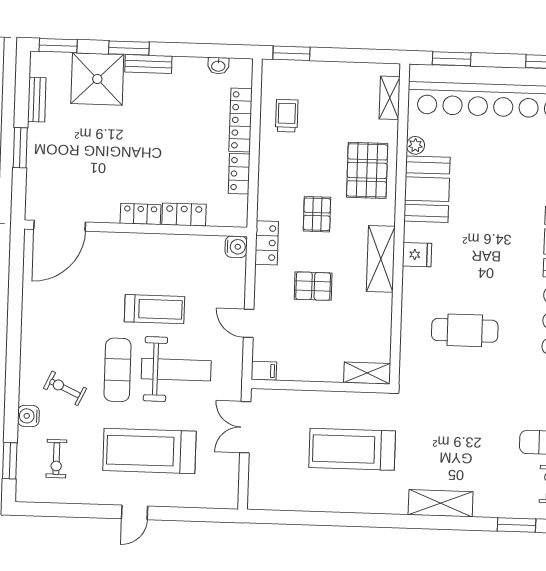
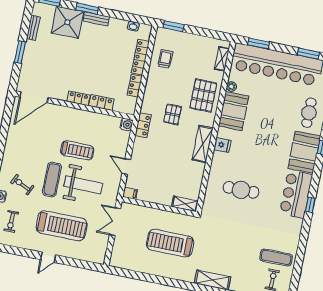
pallet: (313, 286) -> (164, 152), removed
treadmill: (149, 451) -> (62, 226), turned 180

